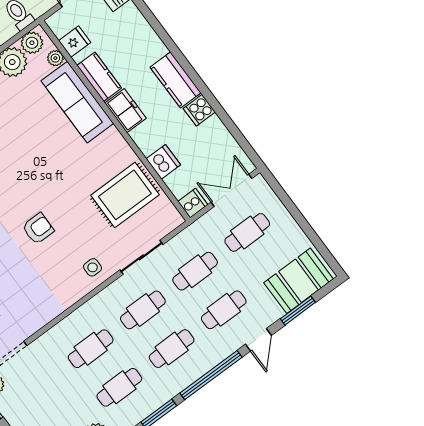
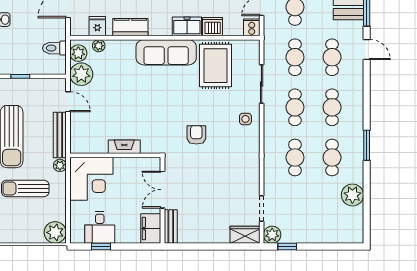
sofa: (77, 102) -> (166, 52), moved
freezer: (126, 111) -> (187, 26), moved
window: (211, 375) -> (367, 95), removed

